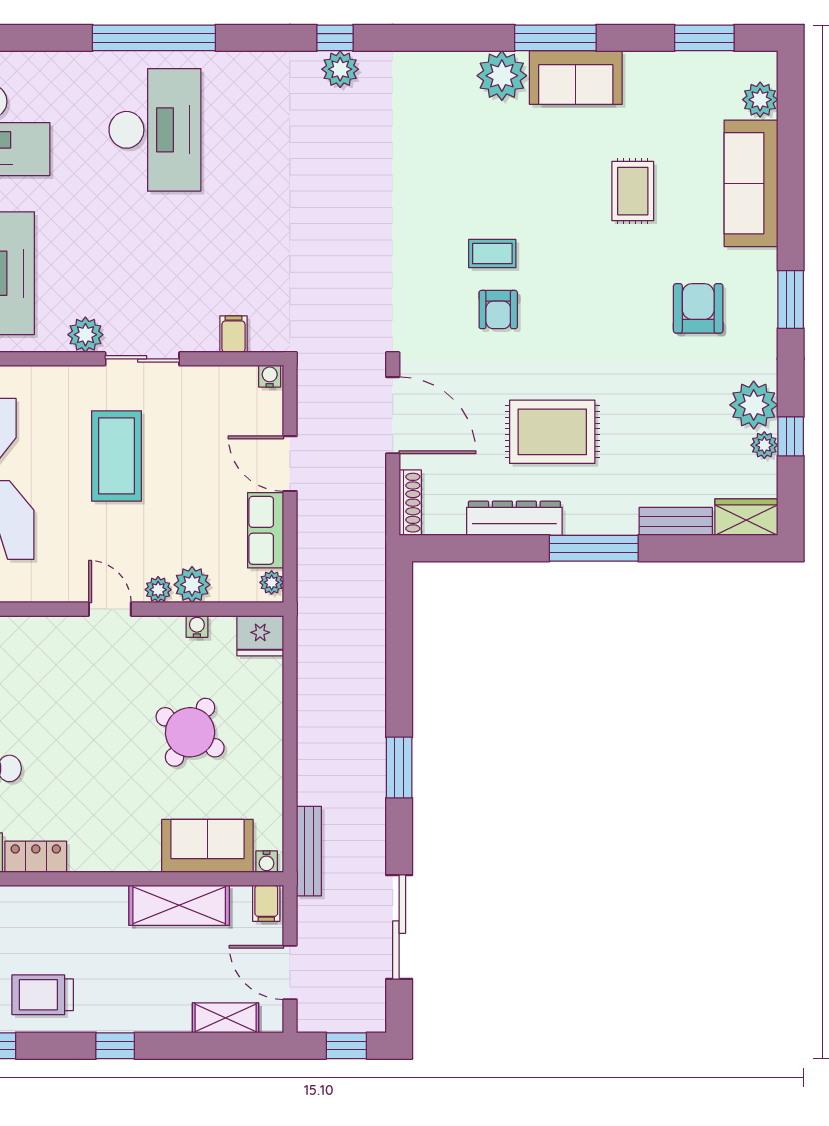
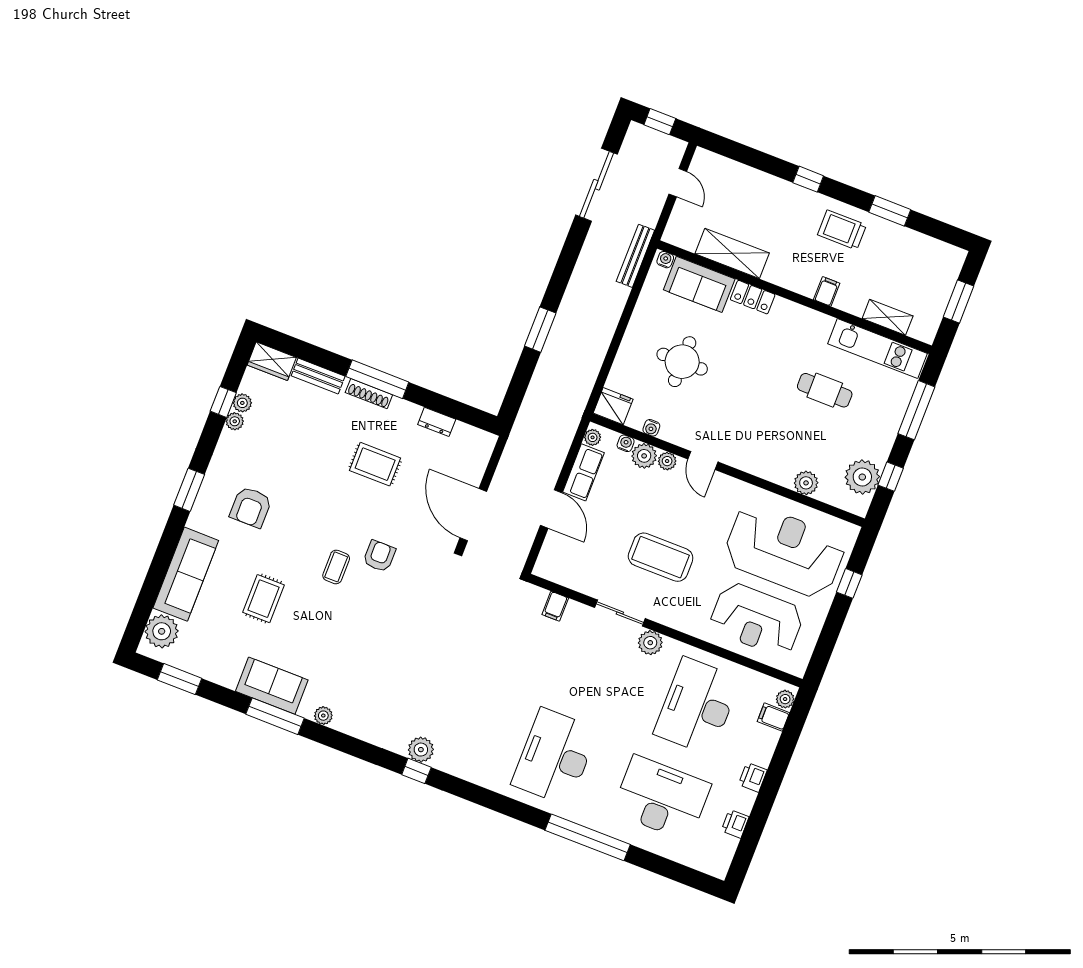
window: (154, 38) -> (588, 837), moved
plant: (502, 76) -> (323, 716), width x0.53, depth x0.53
plant: (760, 100) -> (162, 631), width x1.36, depth x1.36
coffee table: (492, 254) -> (336, 567), moved, turned 90
water cooler: (270, 376) -> (626, 443), moved, turned 180
plant: (754, 405) -> (235, 421), width x0.53, depth x0.53
rug: (552, 432) -> (375, 464), width x0.73, depth x0.70
coffee table: (116, 456) -> (661, 557), turned 90
shoe rack: (410, 503) -> (369, 394), moved, turned -90
dresser: (514, 518) -> (437, 422), width x0.51, depth x0.80
round table: (190, 732) -> (682, 362), turned -32
window: (399, 768) -> (540, 330), moved
locker: (36, 857) -> (753, 297), moved
filing cabinet: (266, 903) -> (827, 291), moved
door: (290, 972) -> (678, 183), width x0.73
trolley: (43, 995) -> (842, 230), turned 180
shelving: (226, 1018) -> (730, 170), removed

